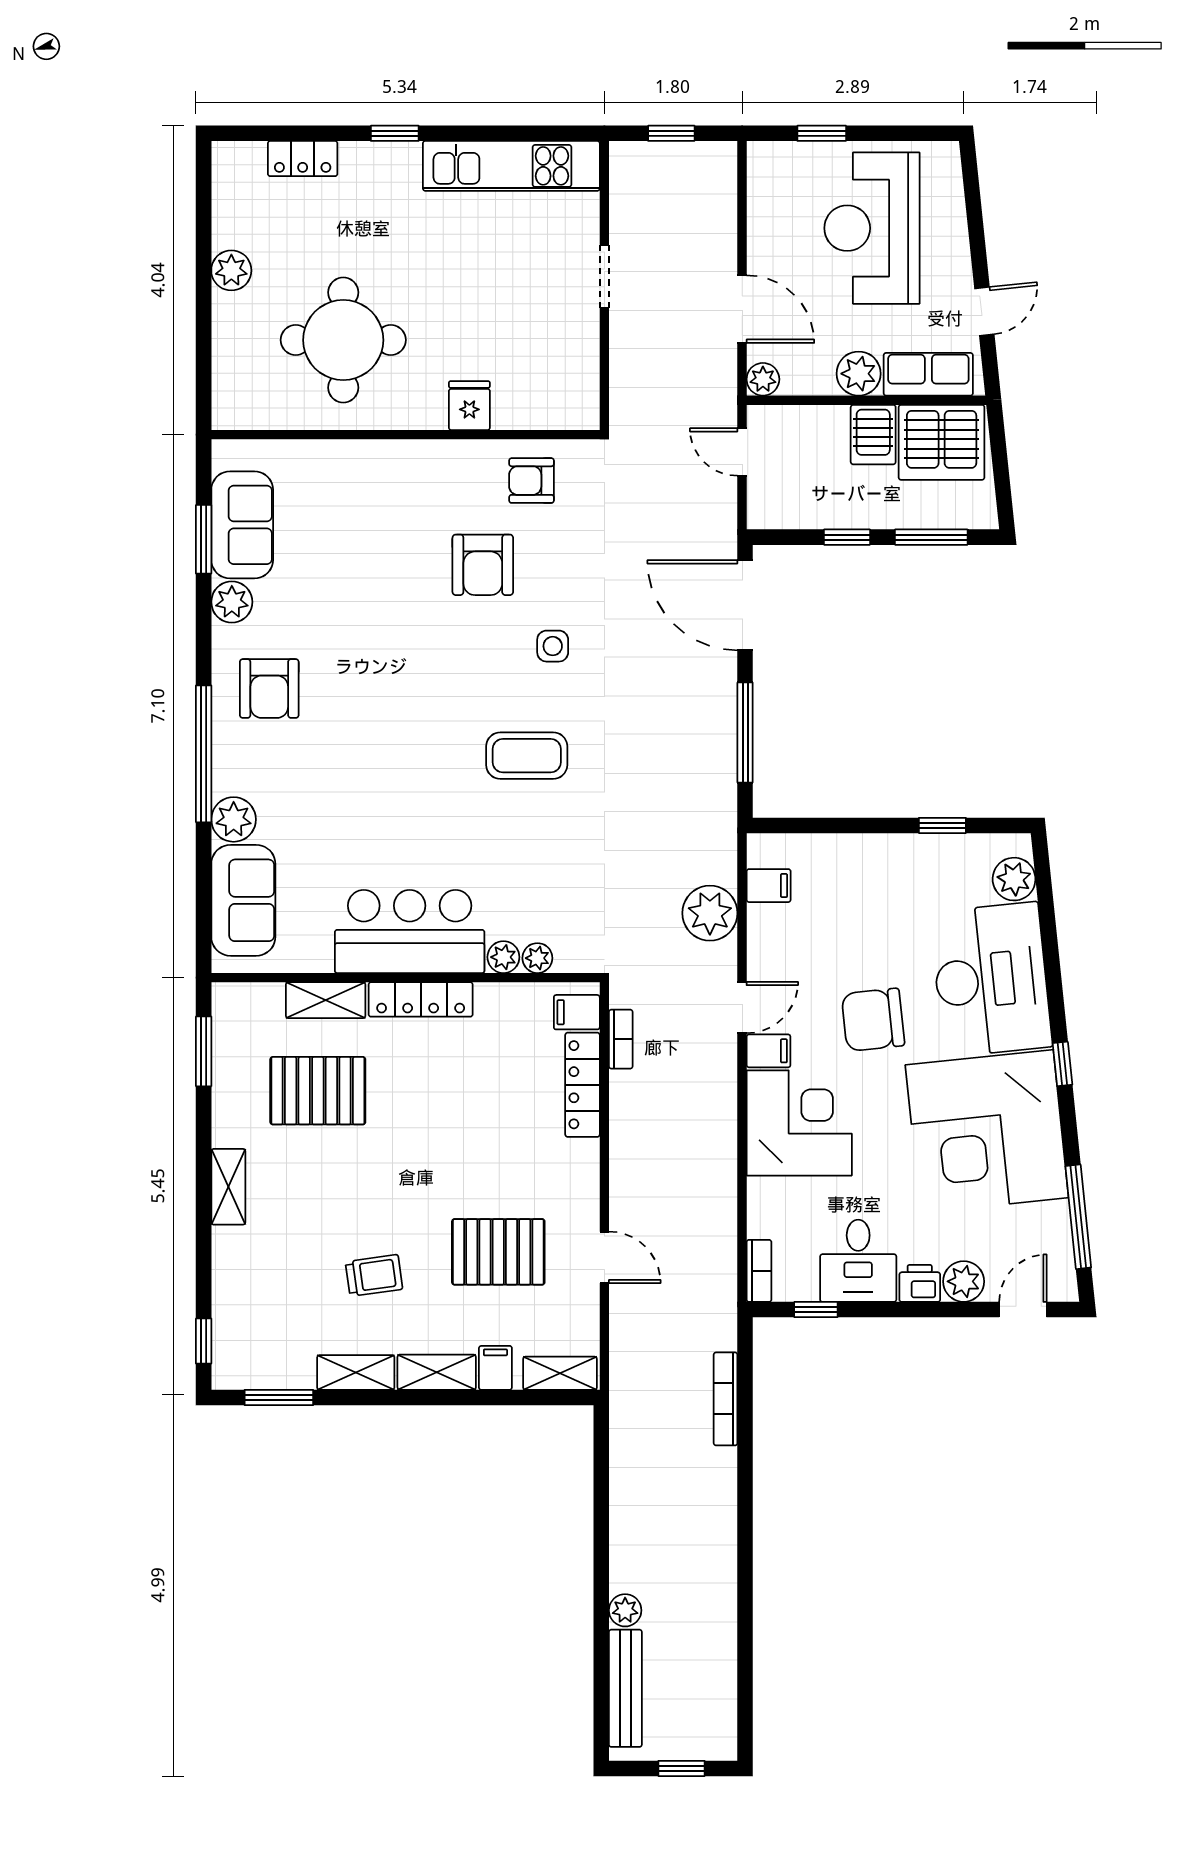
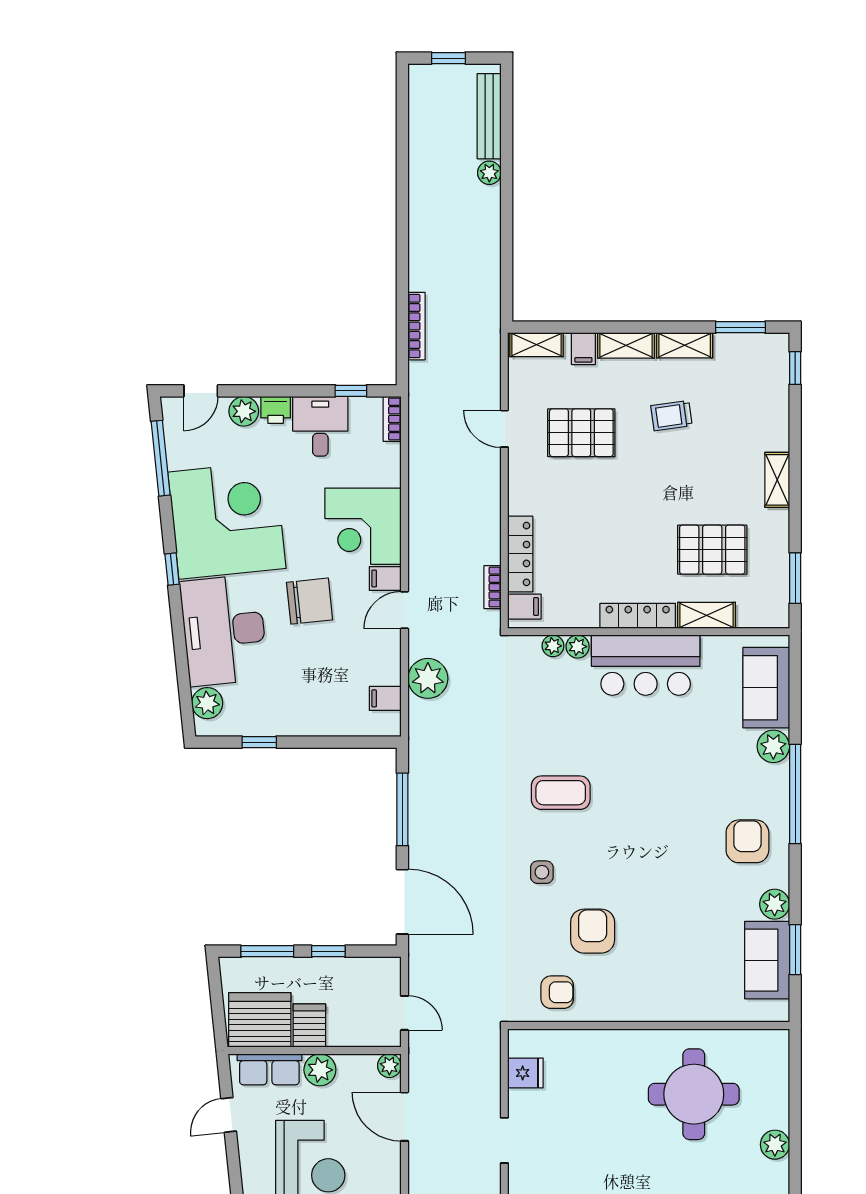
fridge: (469, 406) -> (525, 1073), moved, turned -90

